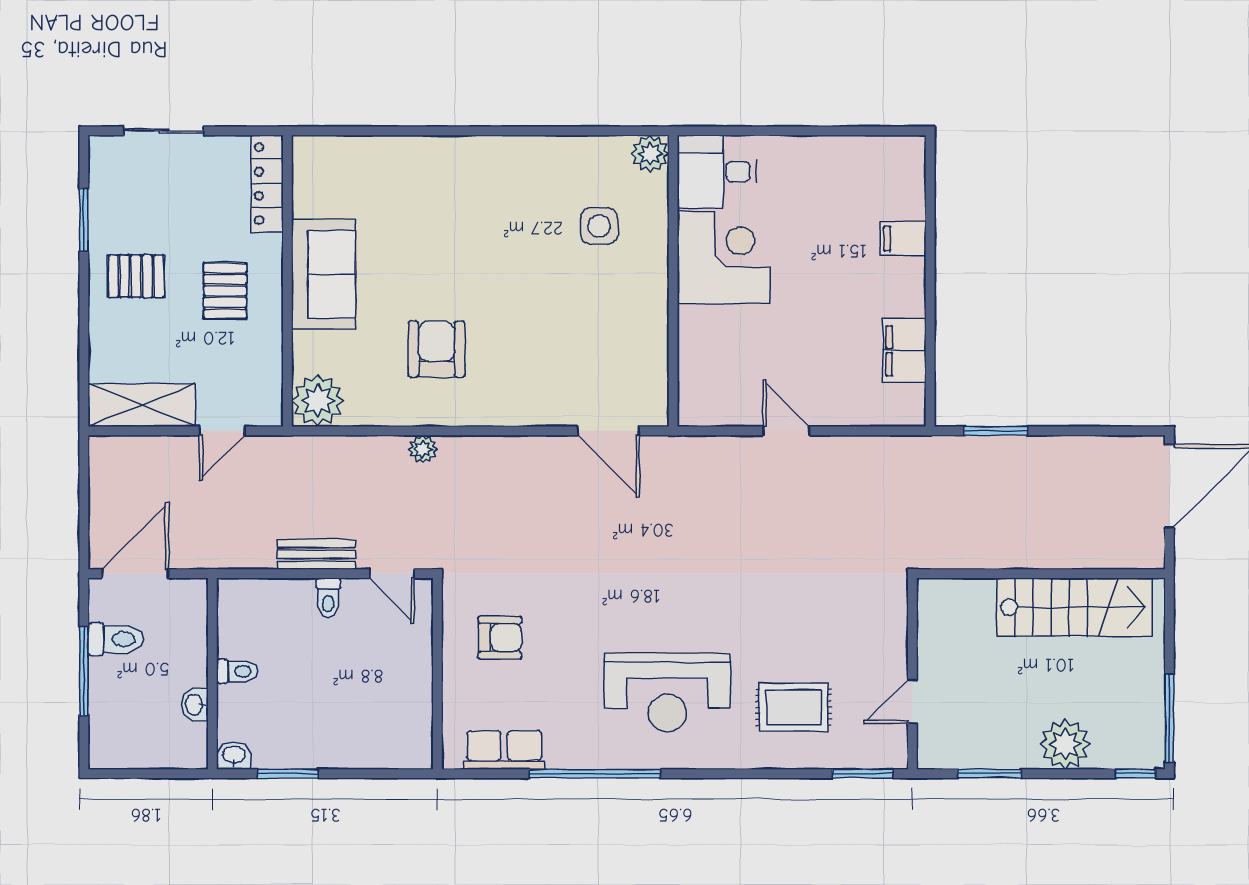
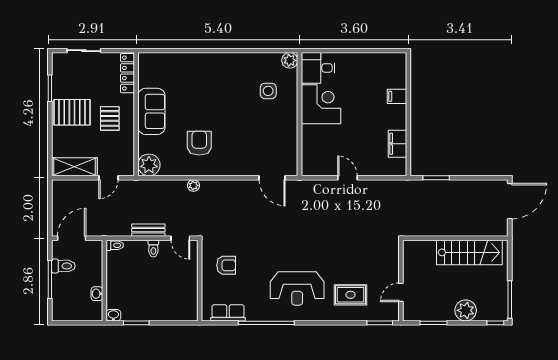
pallet: (136, 276) -> (72, 112), width x1.50, depth x1.42
toilet: (237, 671) -> (115, 245), moved

